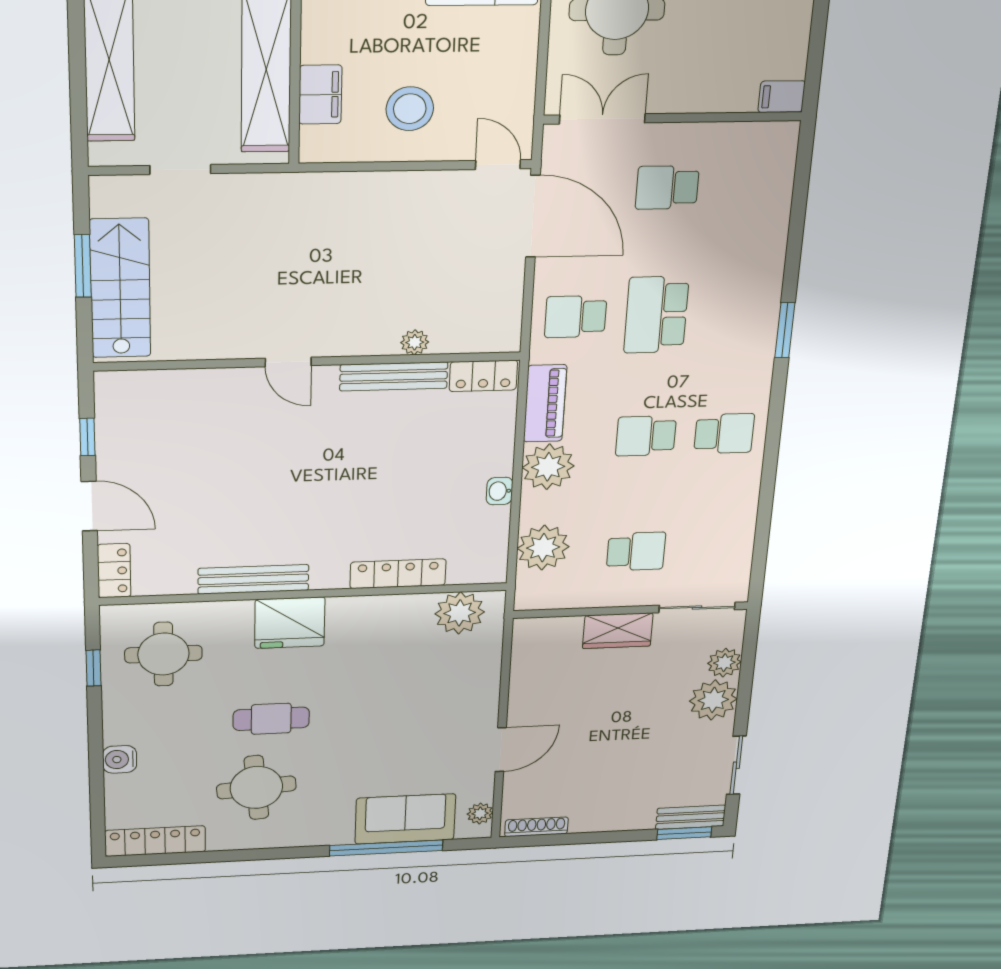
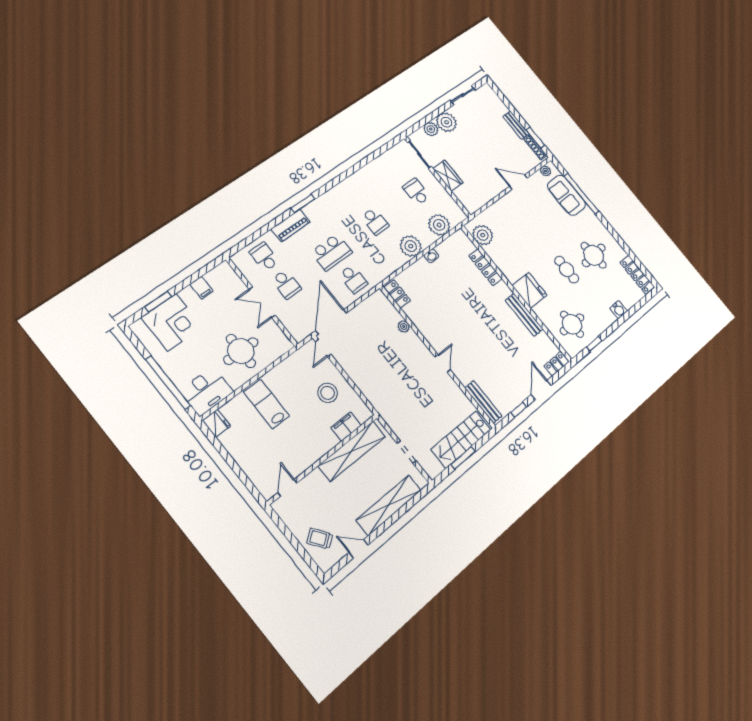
filing cabinet: (782, 97) -> (201, 288), moved
double door: (602, 119) -> (262, 302), moved
bench: (394, 376) -> (483, 402), moved
piano: (545, 403) -> (291, 225), moved, turned 180
school desk: (724, 434) -> (264, 257), moved
bench: (691, 817) -> (516, 125), moved
window: (684, 833) -> (535, 138), moved

